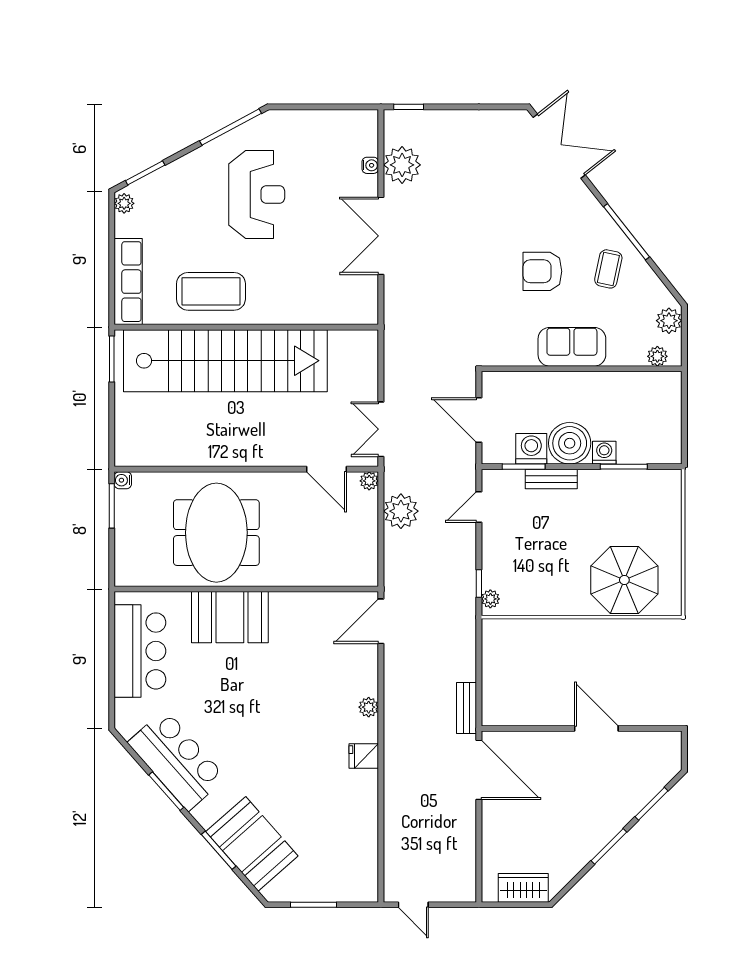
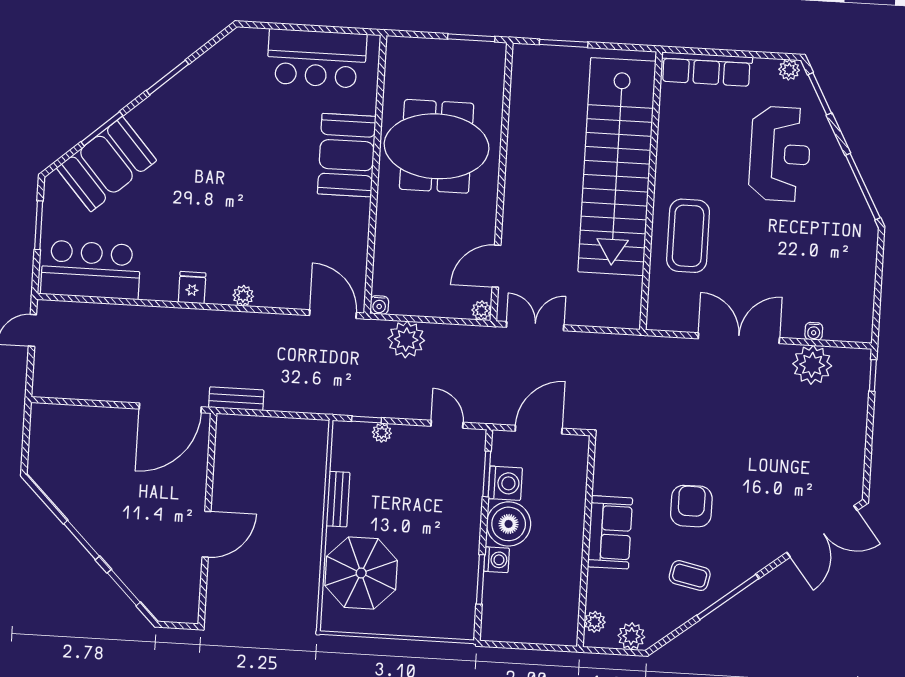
reception desk: (257, 194) -> (780, 154), moved, turned -90
coffee table: (211, 291) -> (688, 236), moved
window: (112, 359) -> (564, 43), moved
bench: (551, 479) -> (338, 499), moved
water cooler: (123, 480) -> (379, 305), moved, turned 180
plant: (401, 511) -> (406, 339), moved
plant: (490, 599) -> (382, 433), moved
bar counter: (177, 760) -> (91, 270), moved, turned -139
wardrobe: (523, 888) -> (43, 447), removed

